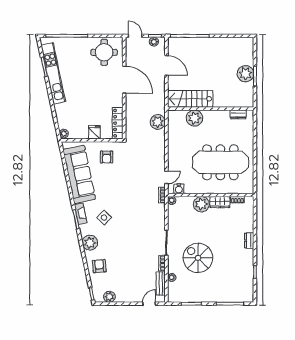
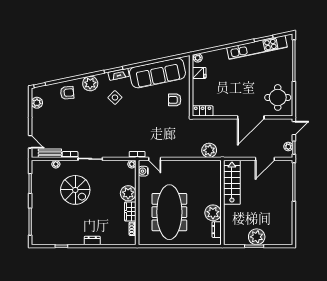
plant: (194, 118) -> (213, 213), moved
locker: (118, 123) -> (203, 111), width x0.66
fridge: (94, 132) -> (199, 73), moved
spiral stairs: (198, 258) -> (75, 190), turned 90

